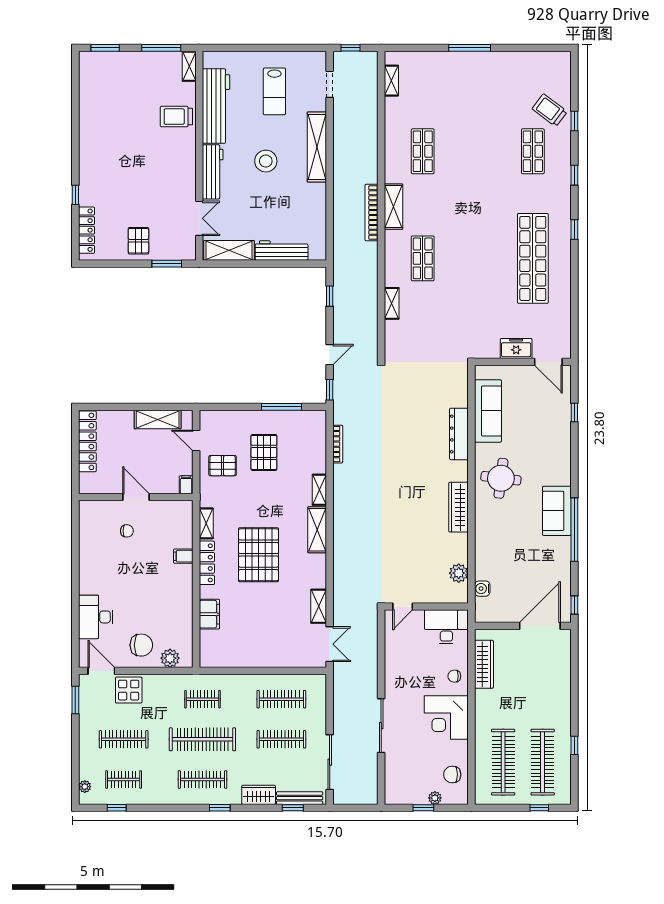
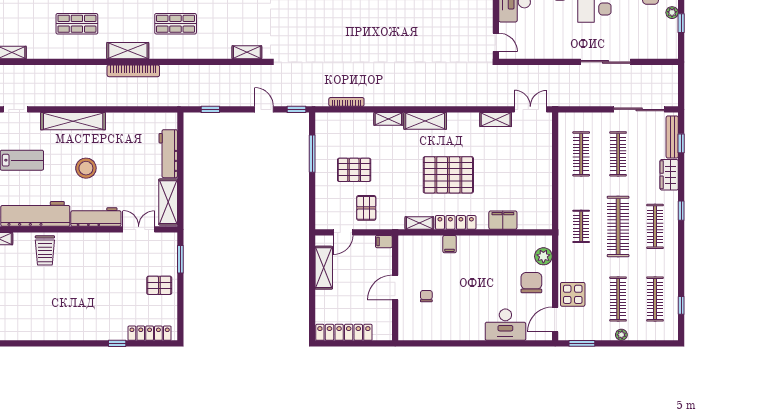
shelving: (392, 303) -> (247, 52), moved
clothes rail: (124, 779) -> (655, 299), width x1.36
plant: (85, 787) -> (621, 335), moved

